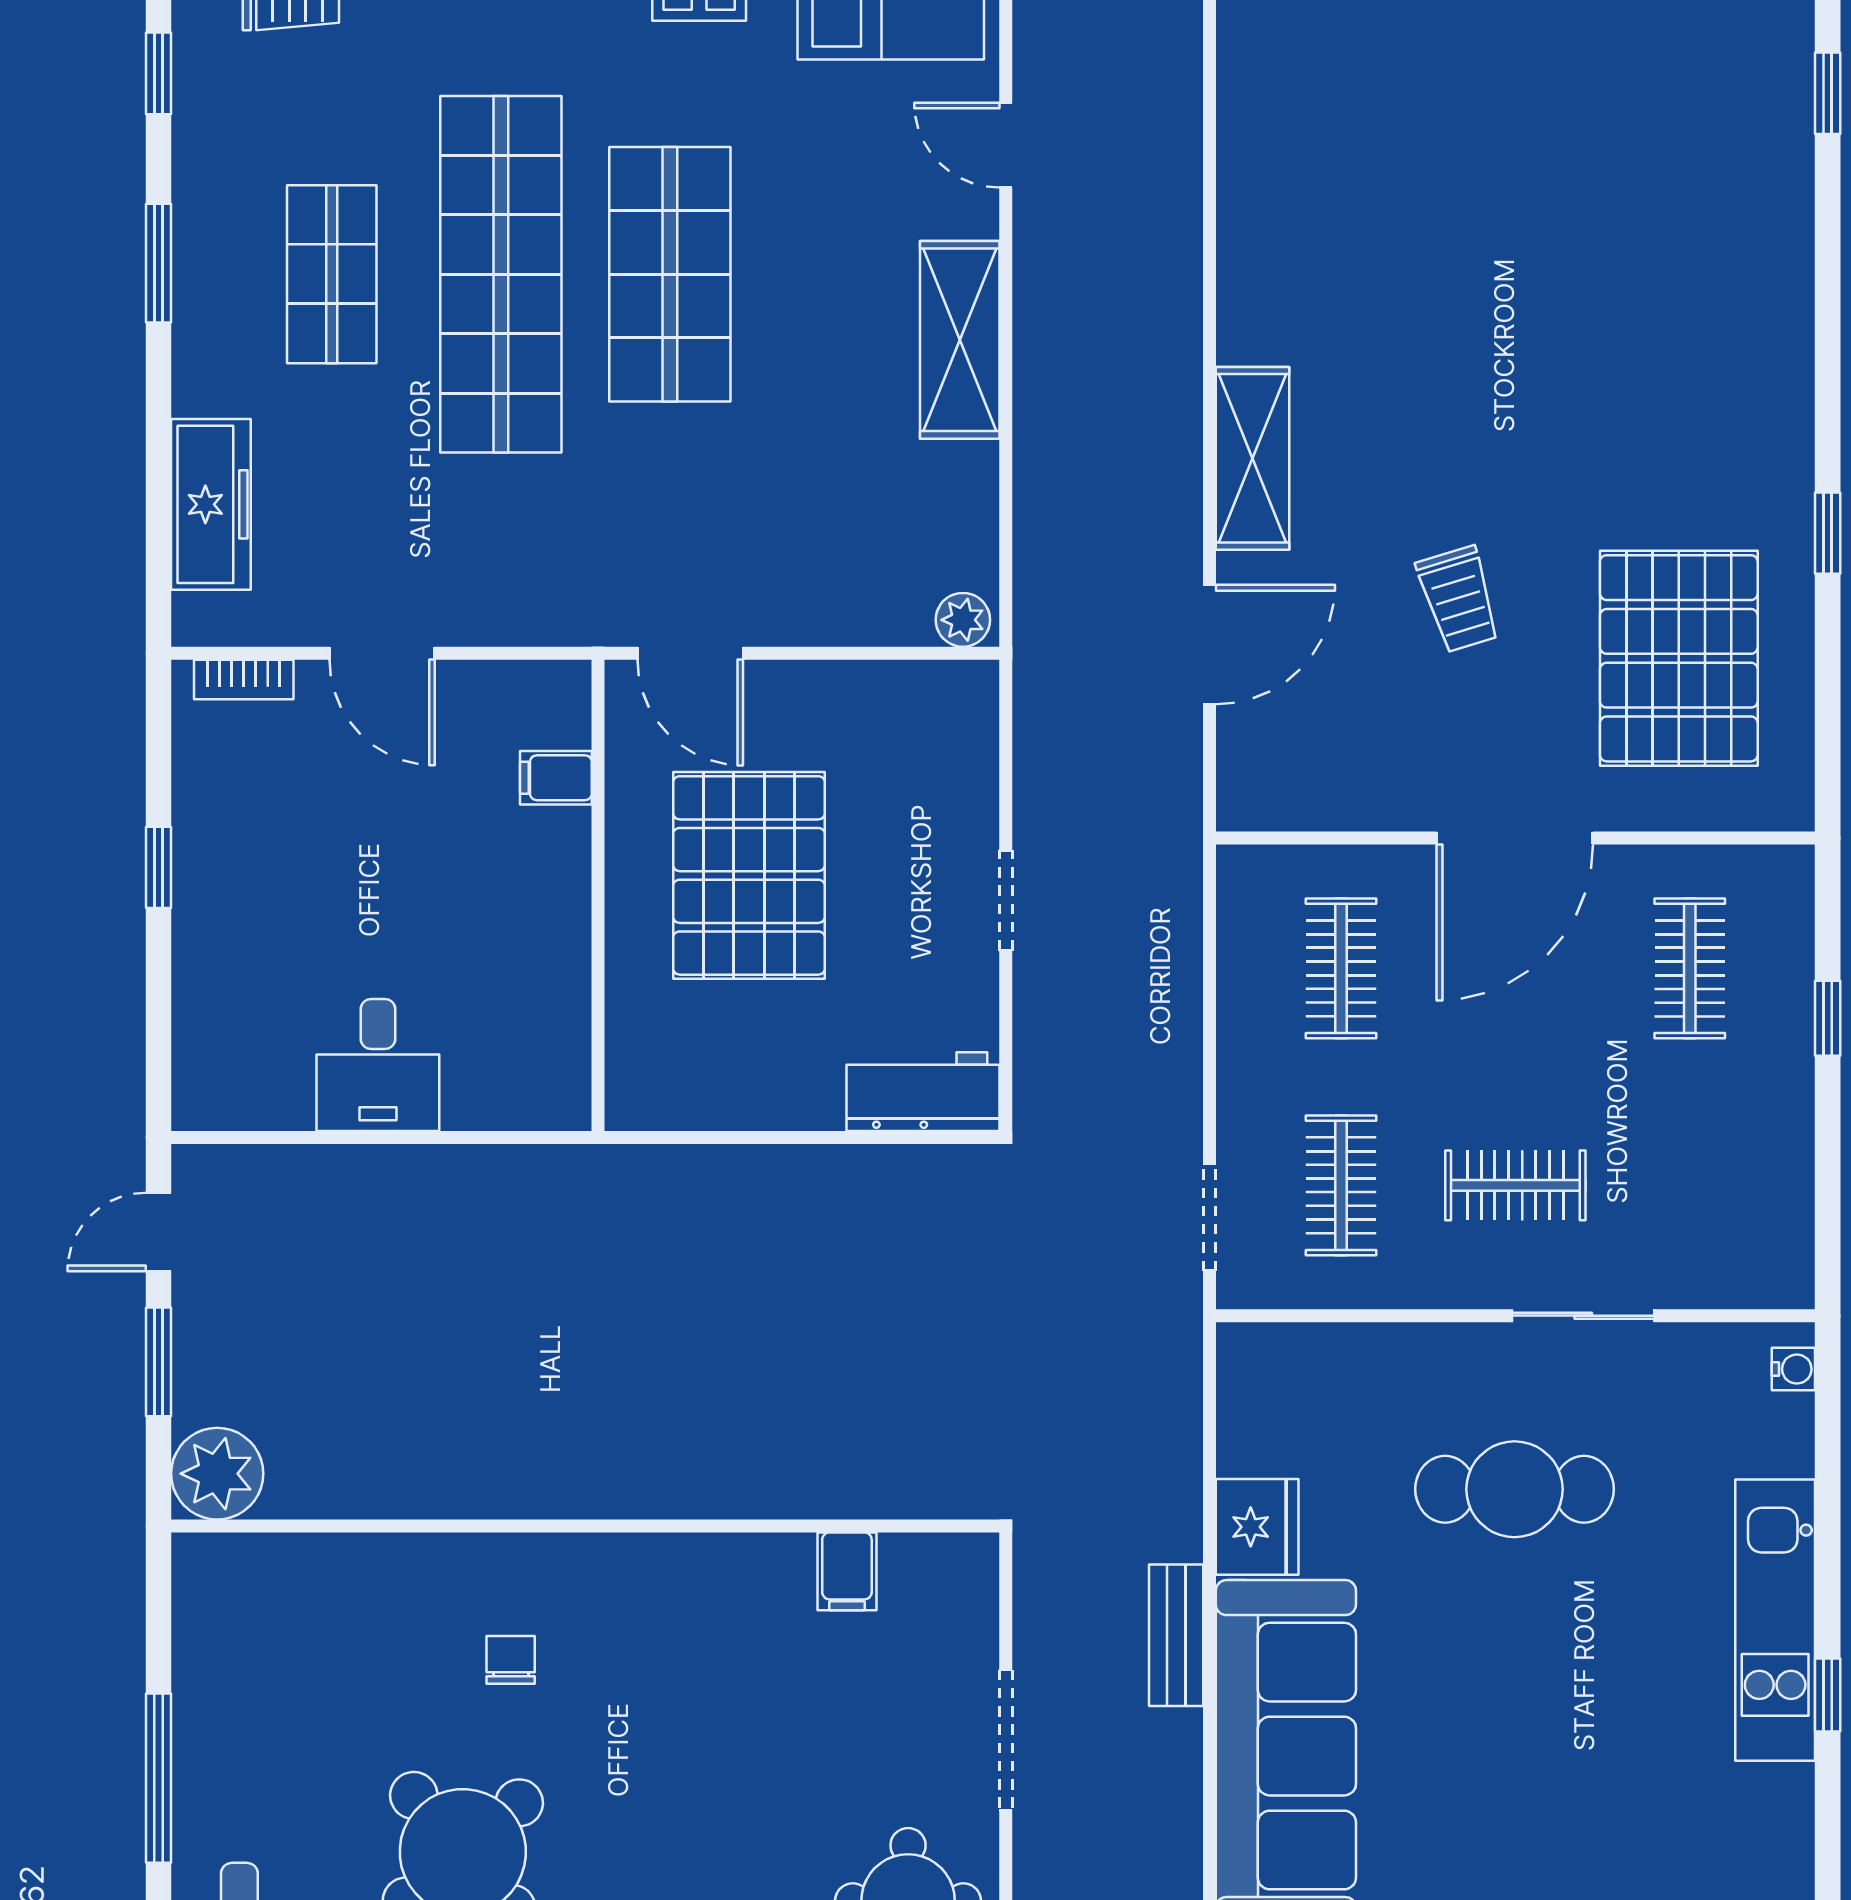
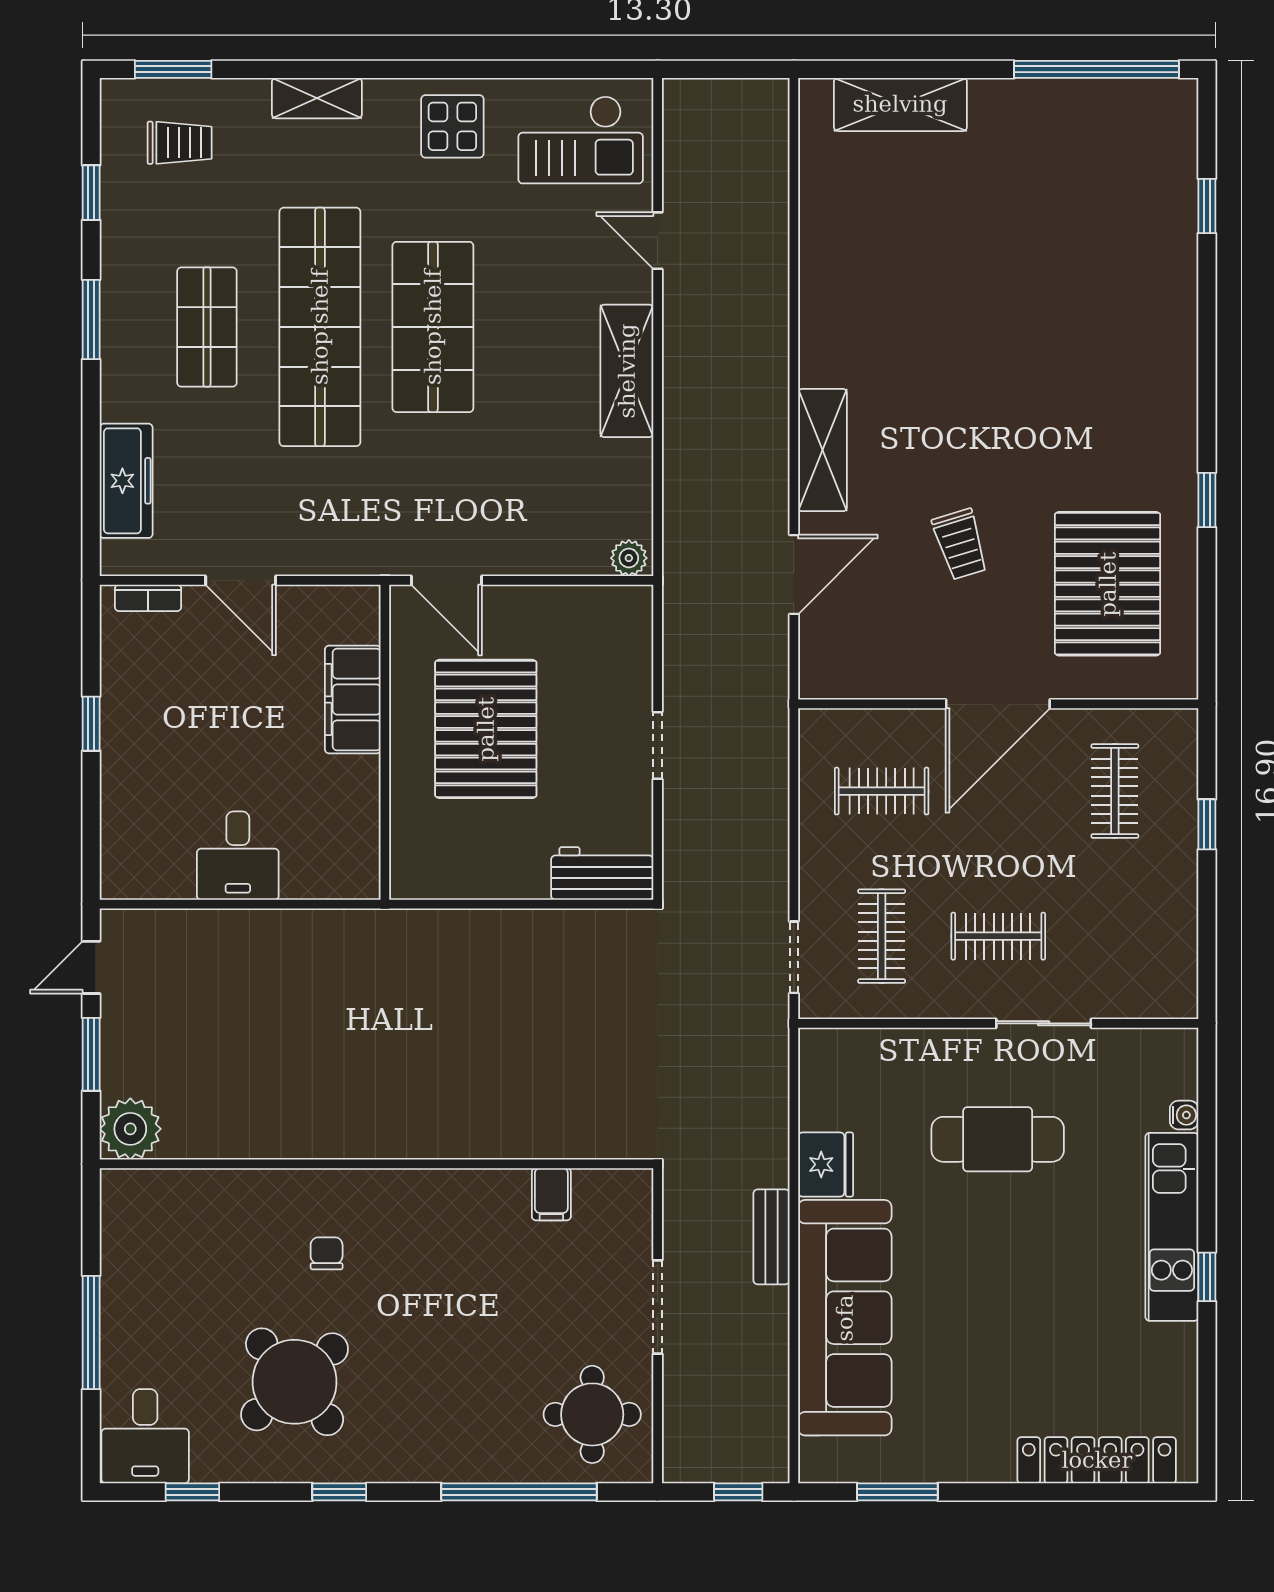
filing cabinet: (556, 778) -> (353, 699), width x3.00, depth x1.17
clothes rail: (1341, 968) -> (882, 791), turned 90
water cooler: (1793, 1369) -> (1184, 1115), moved

